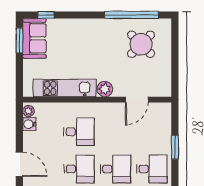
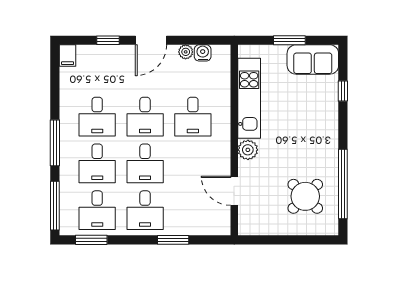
window: (46, 15) -> (343, 91), moved
window: (19, 40) -> (289, 40), moved
plant: (28, 111) -> (186, 52), moved

